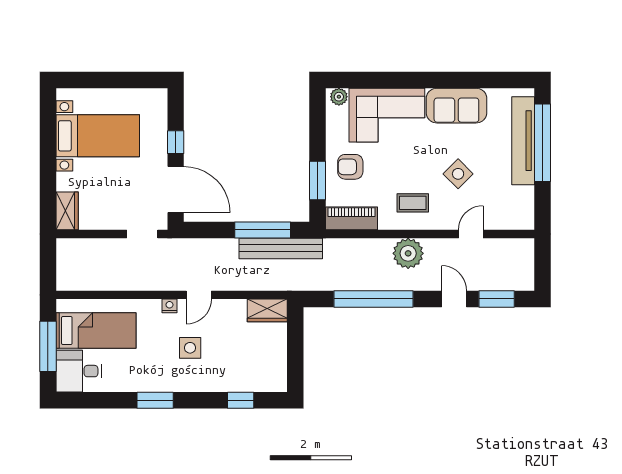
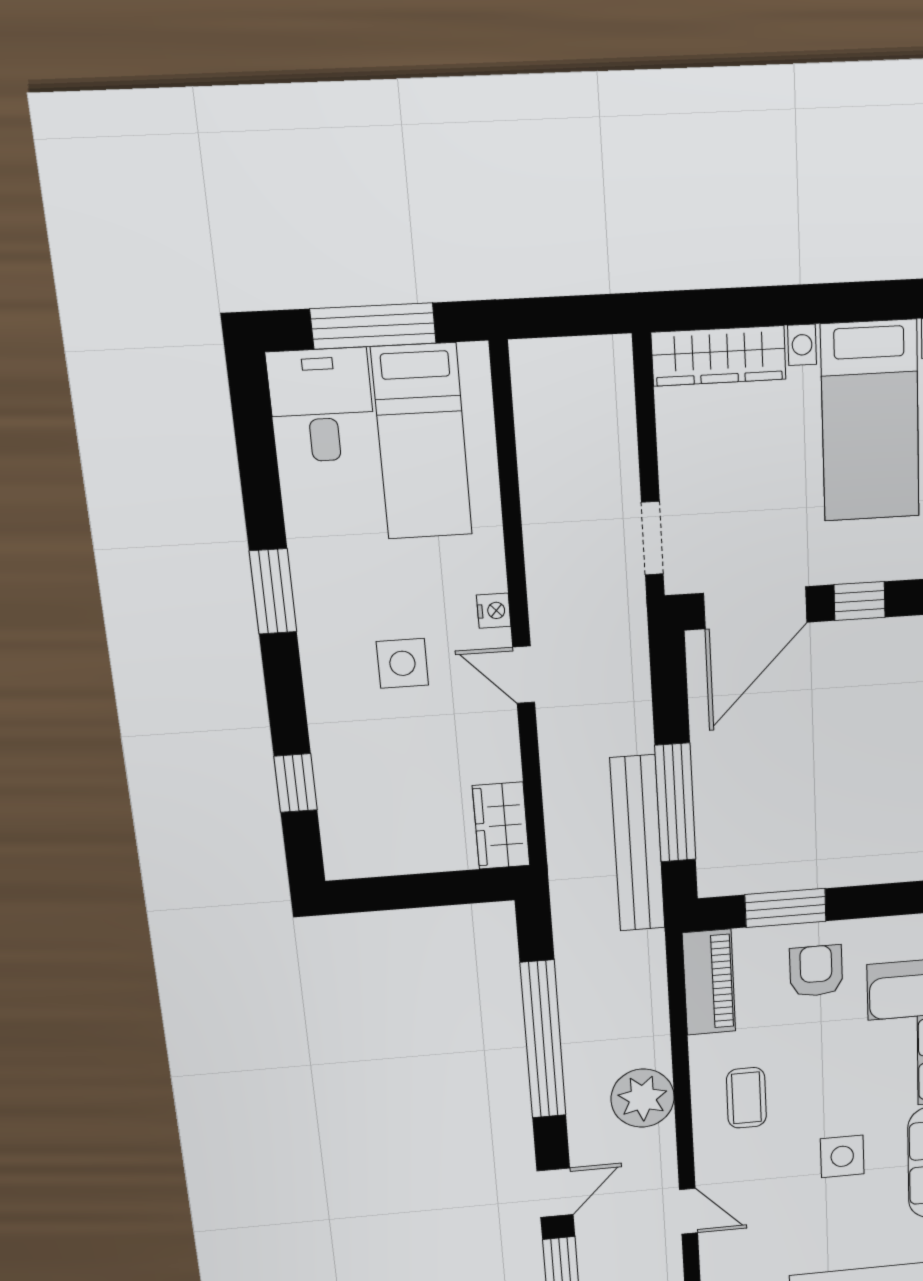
side table: (458, 174) -> (842, 1156), moved, turned 45
wardrobe: (67, 211) -> (719, 356), width x1.50

